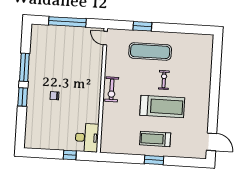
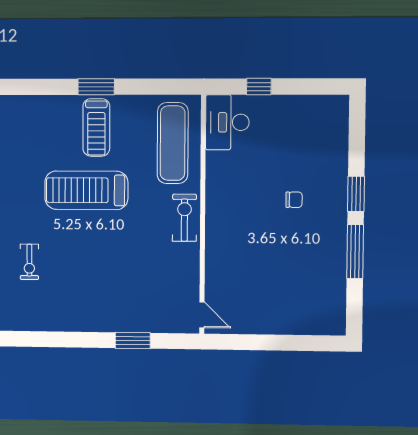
window: (67, 22) -> (276, 343), removed
exercise mat: (150, 51) -> (173, 143), moved, turned 90
exercise bike: (164, 80) -> (29, 262), moved
treadmill: (155, 139) -> (96, 127), turned 90

